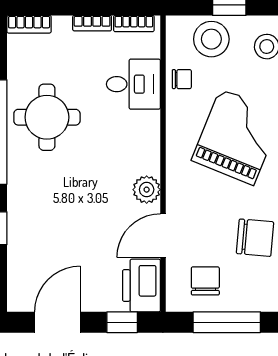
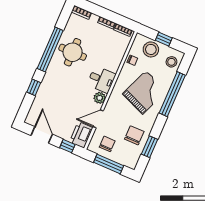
desk: (133, 84) -> (101, 79), moved
chair: (255, 238) -> (134, 135), turned -95
door: (57, 322) -> (42, 135), hinge flipped

